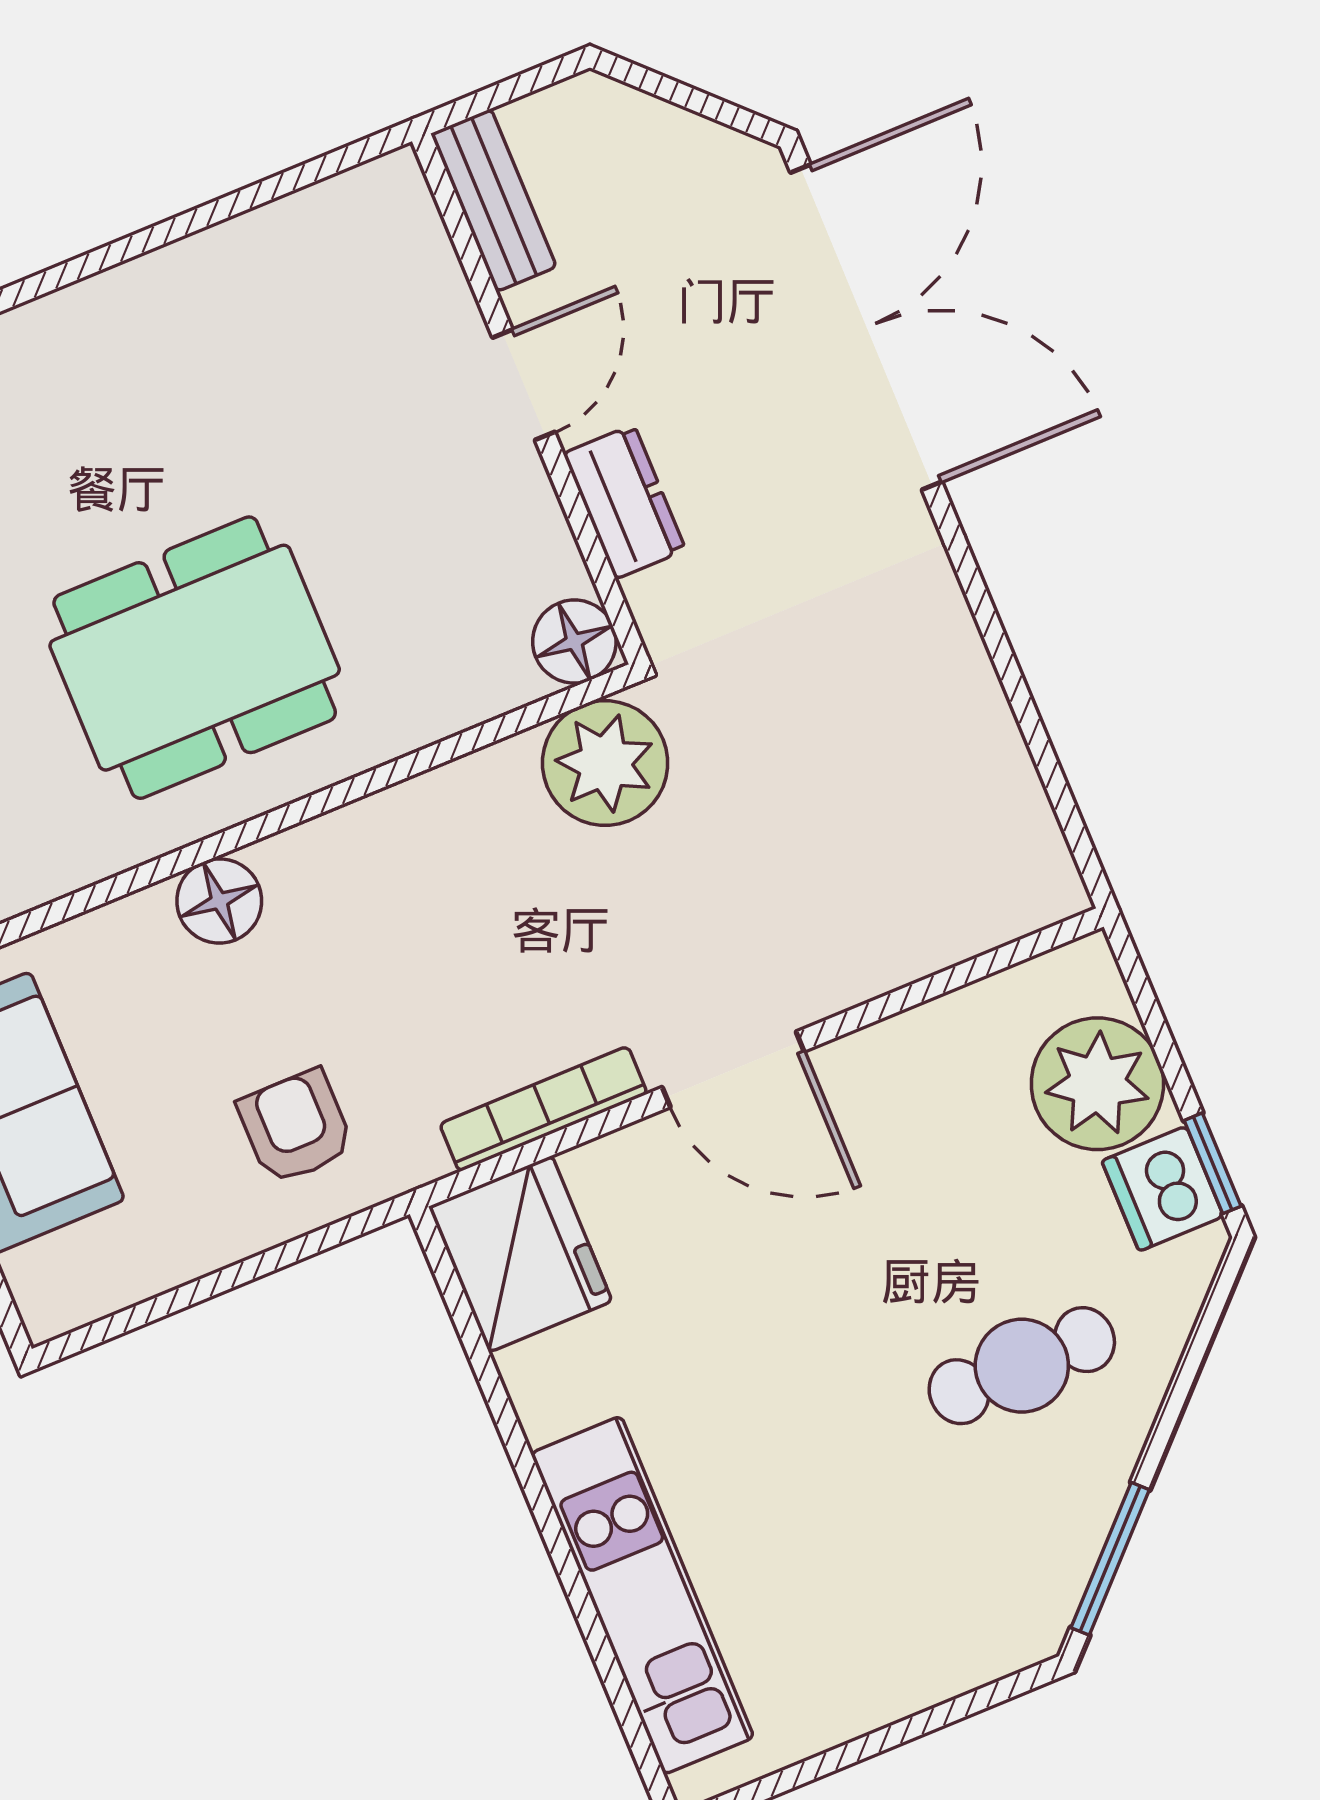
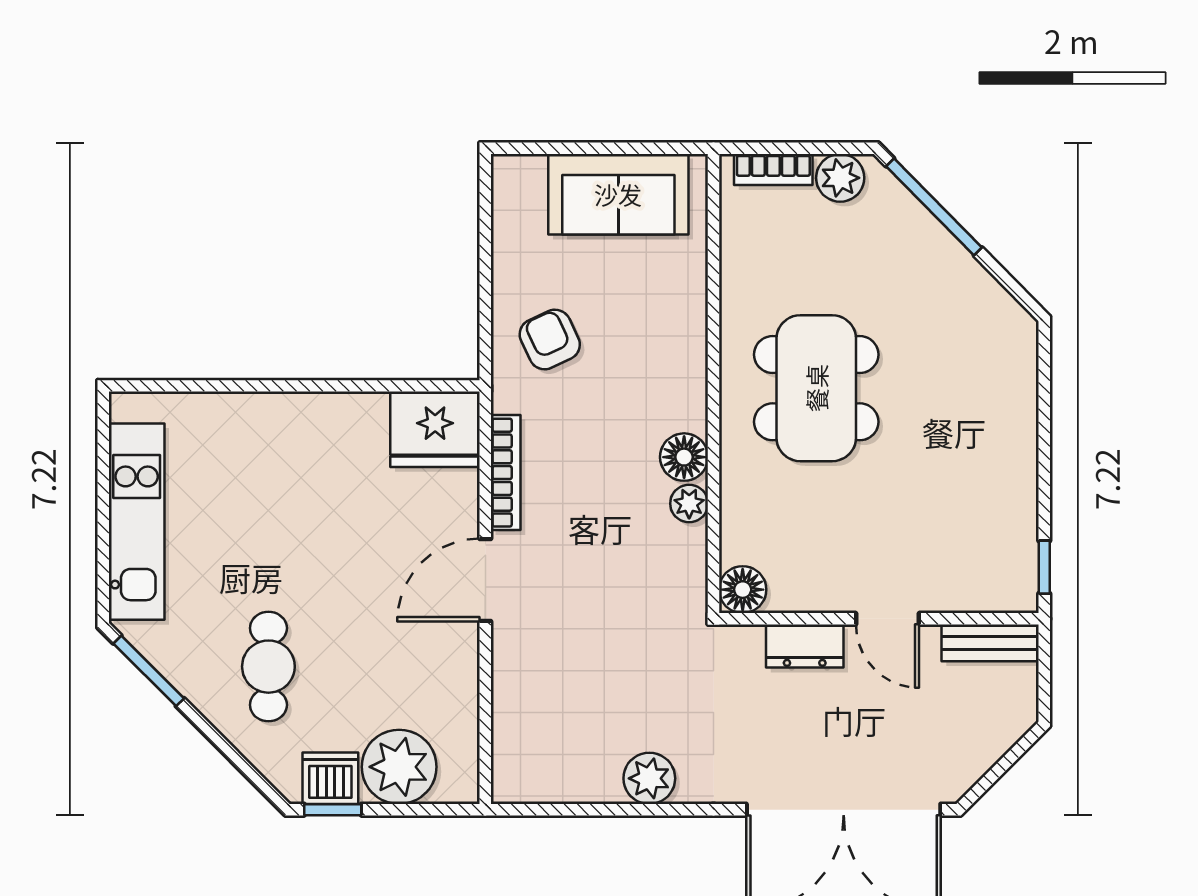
window: (333, 163) -> (1044, 567), added
plant: (947, 666) -> (649, 778), added
plant: (605, 763) -> (689, 504), moved, width x0.53, depth x0.53
floor lamp: (219, 901) -> (684, 457), moved
armchair: (296, 1127) -> (550, 339), turned -115
kitchen unit: (642, 1595) -> (137, 522), moved, turned -90

